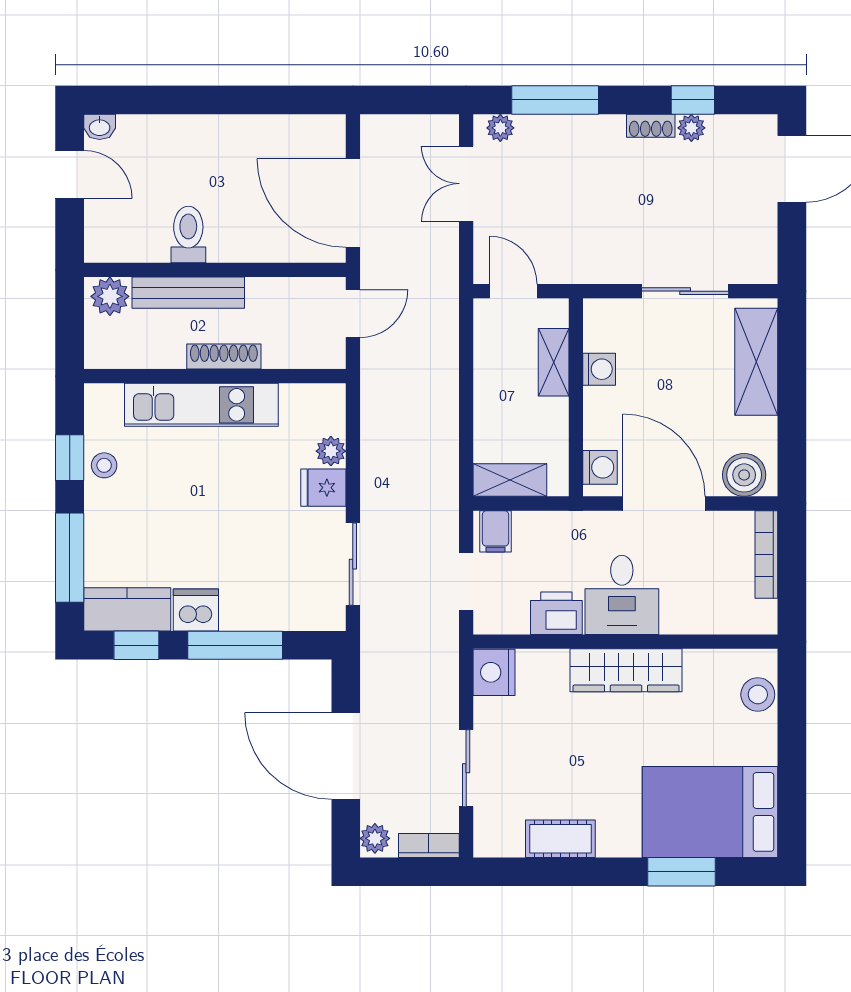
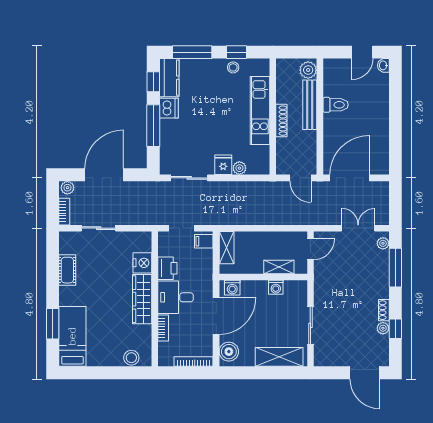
bookcase: (691, 623) -> (163, 328), added
nightstand: (494, 672) -> (142, 263), moved, turned 90
bed: (710, 812) -> (72, 336), width x0.67

